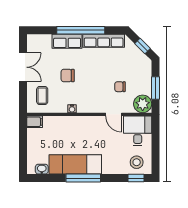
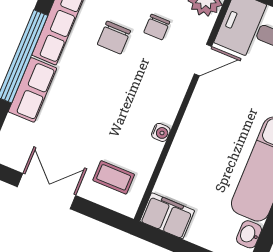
chair: (68, 76) -> (114, 38), moved
filing cabinet: (35, 122) -> (167, 216), width x2.00

